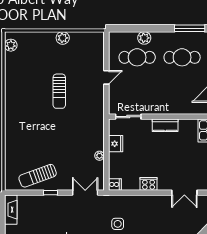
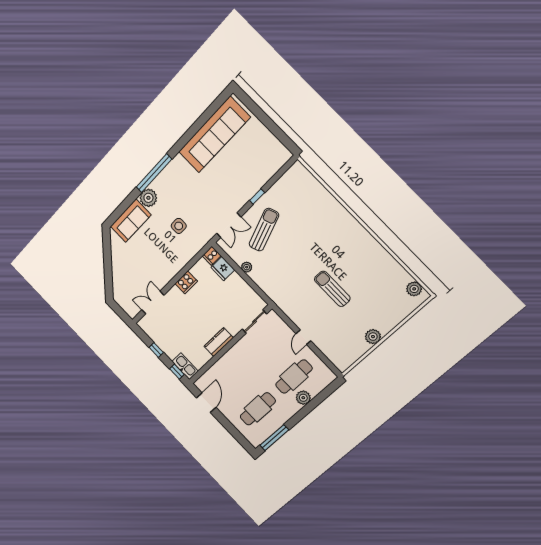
fridge: (116, 144) -> (223, 269), moved
sun lounger: (38, 176) -> (264, 230), moved
fireplace: (11, 210) -> (277, 148), removed

